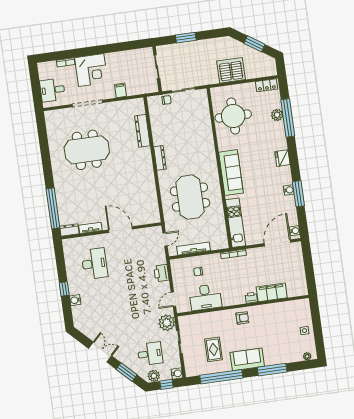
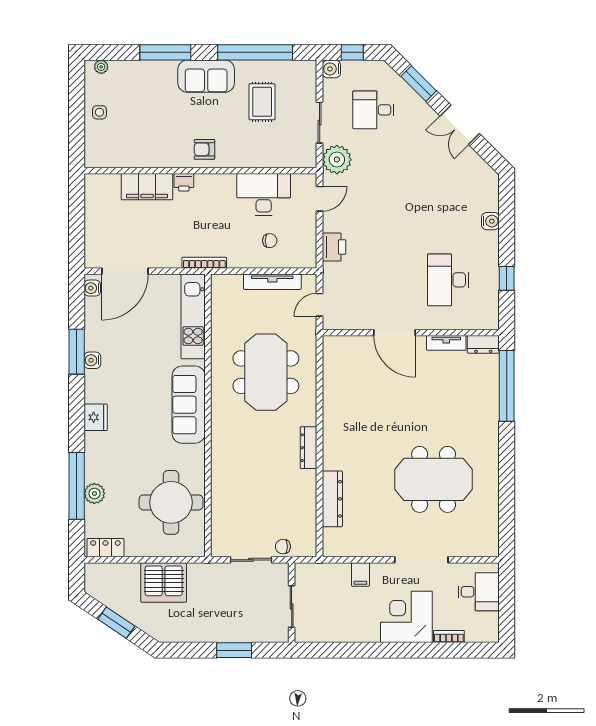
window: (64, 289) -> (507, 278), moved
plant: (154, 376) -> (372, 70), removed

